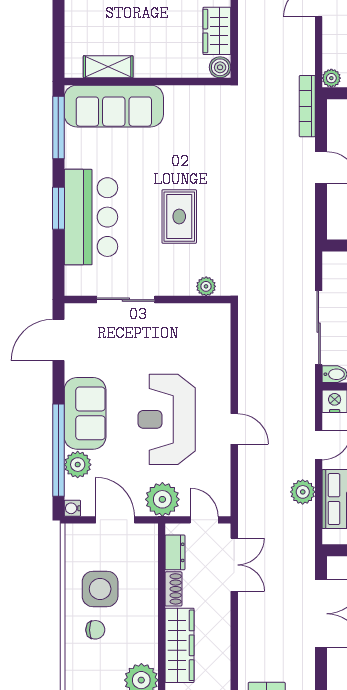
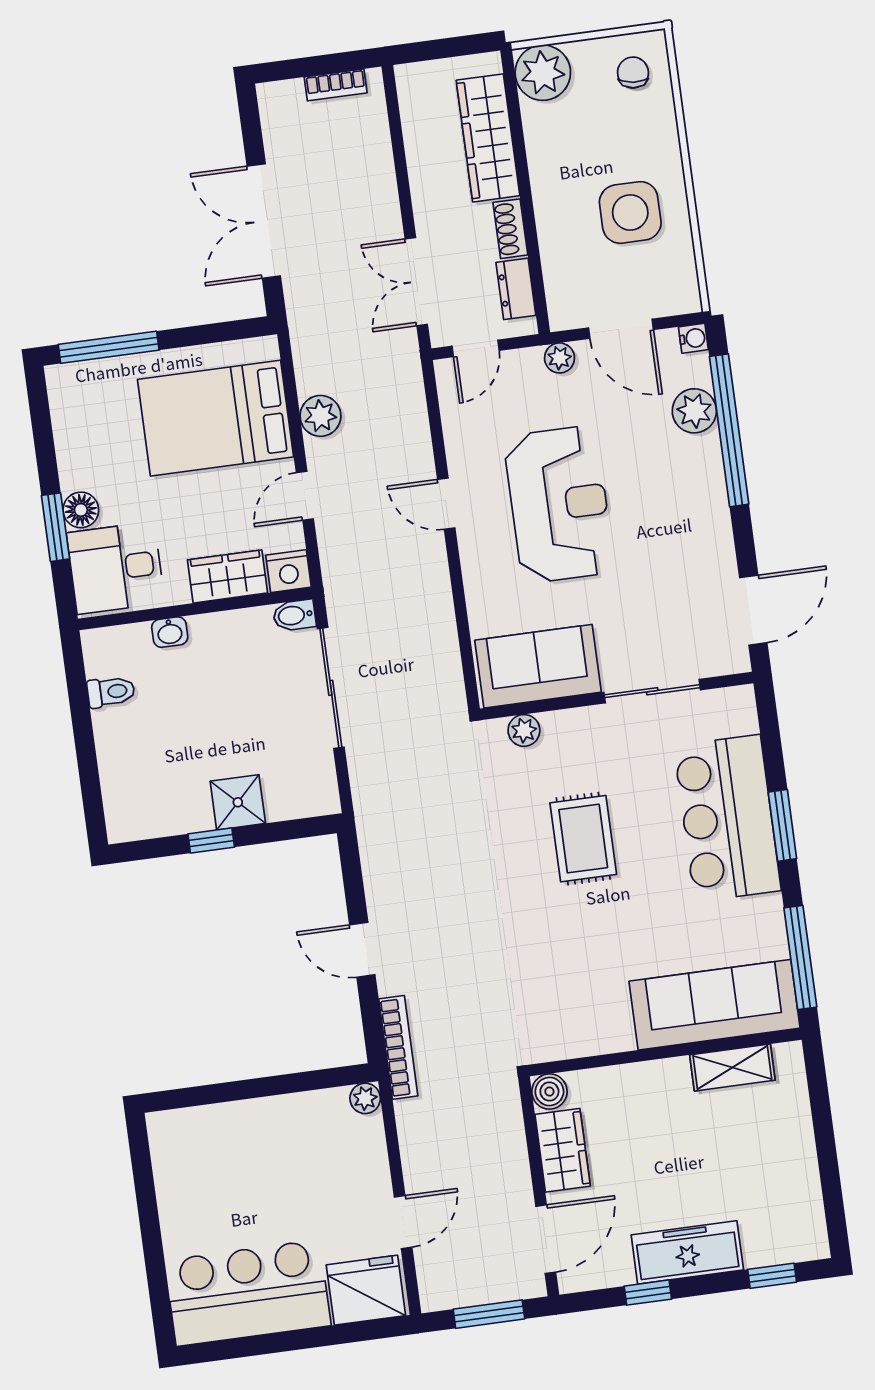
sofa: (85, 413) -> (538, 666), moved, turned 90
plant: (162, 499) -> (559, 358), width x0.53, depth x0.53
door: (204, 520) -> (476, 348), hinge flipped
chair: (95, 630) -> (633, 72), moved, turned 96

